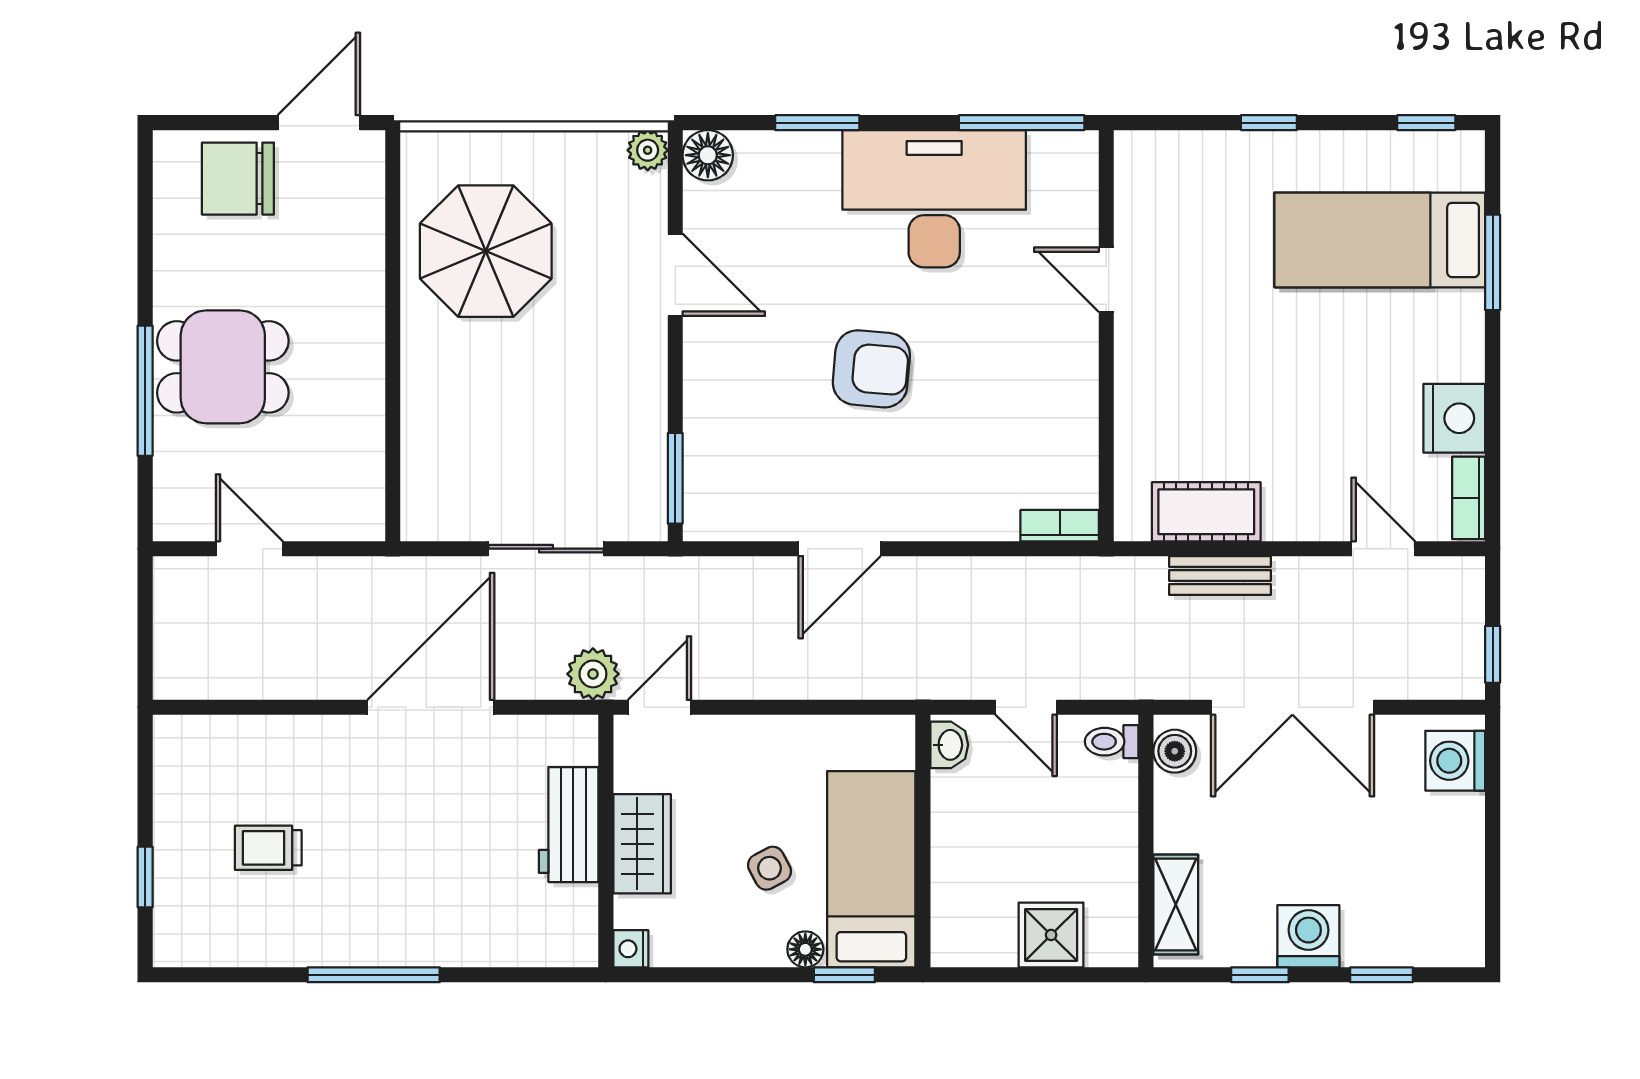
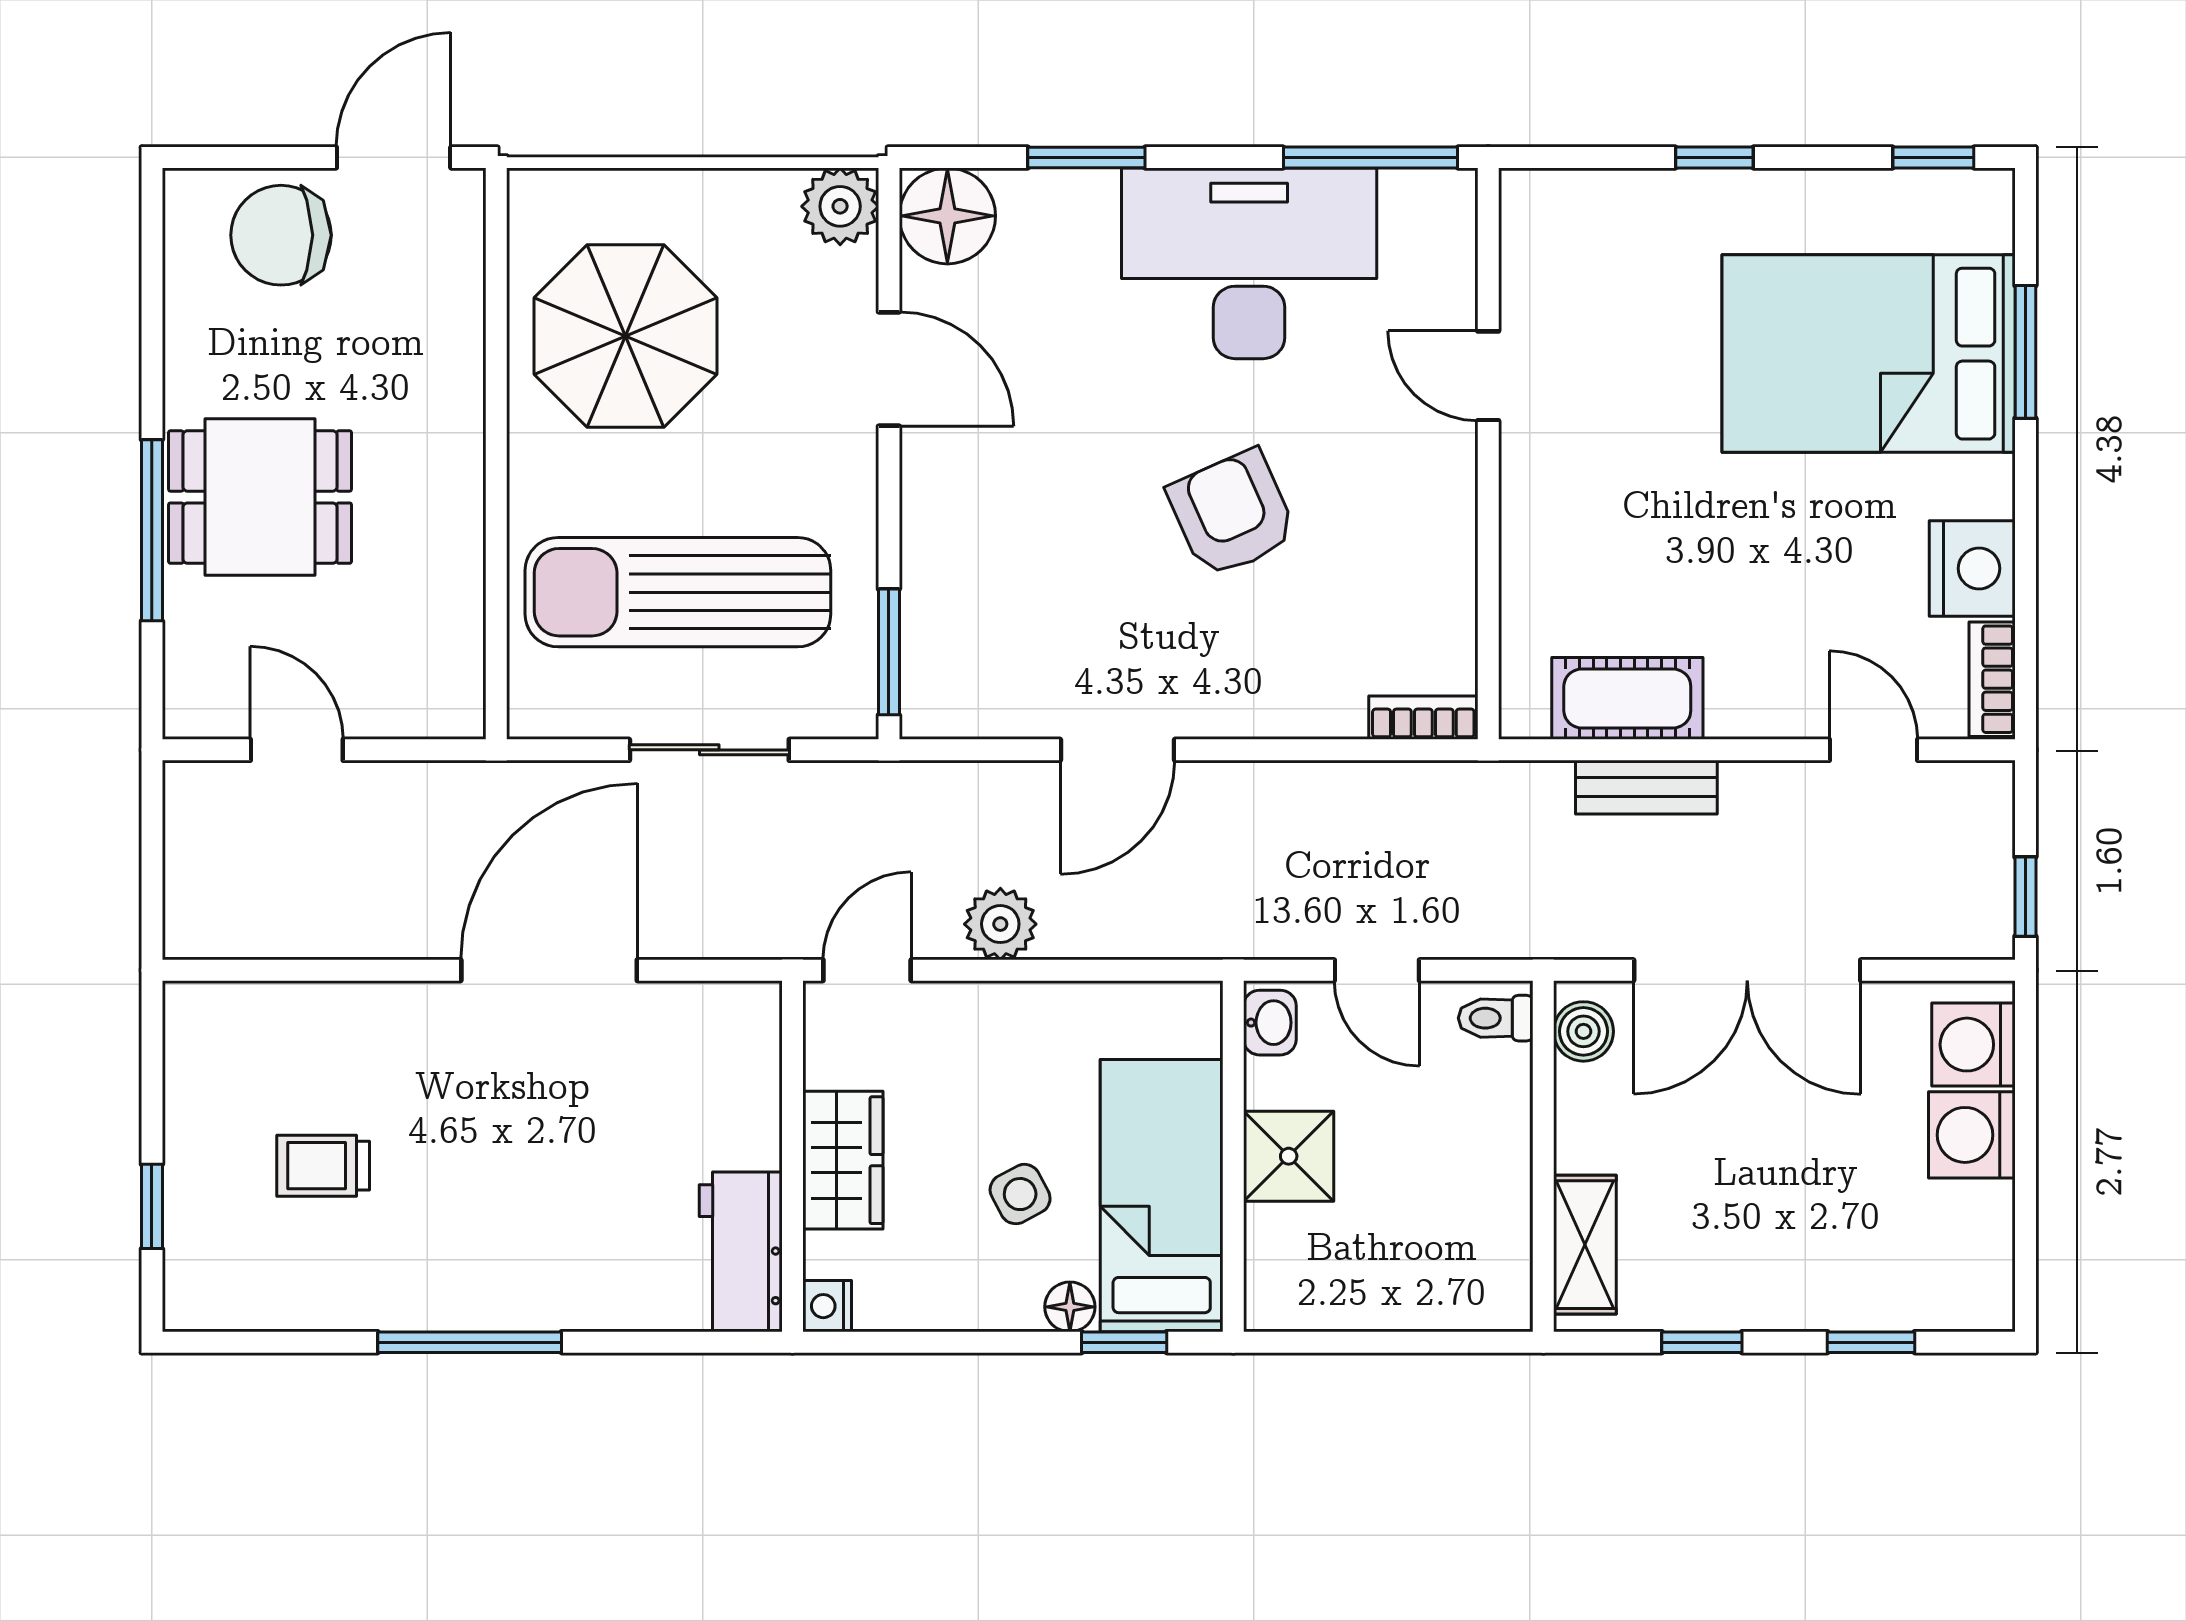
plant: (648, 150) -> (840, 206), width x1.38, depth x1.38
floor lamp: (708, 155) -> (947, 216), width x1.38, depth x1.38
bed: (1380, 240) -> (1869, 354), width x1.50
armchair: (871, 369) -> (1232, 514), moved, turned -119
sun lounger: (523, 435) -> (678, 592), added
plant: (593, 674) -> (1000, 924), moved
workbench: (569, 825) -> (741, 1252), moved
shower: (1051, 935) -> (1289, 1156), moved
washing machine: (1308, 936) -> (1972, 1135), moved, turned -90

